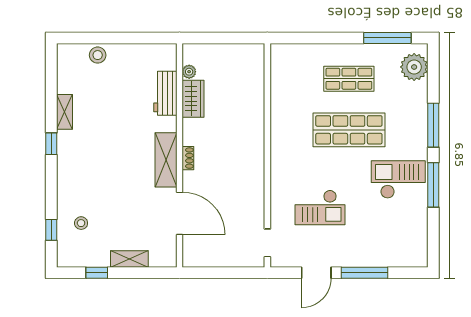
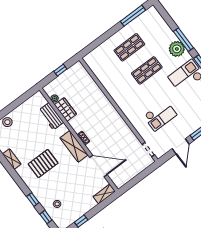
window: (227, 38) -> (60, 70), added
plant: (414, 67) -> (177, 49), moved
shop shelf: (349, 130) -> (147, 70), width x0.70, depth x0.74
window: (51, 144) -> (33, 200), moved
pallet: (104, 151) -> (43, 163), added
shelving: (129, 259) -> (104, 194), moved

